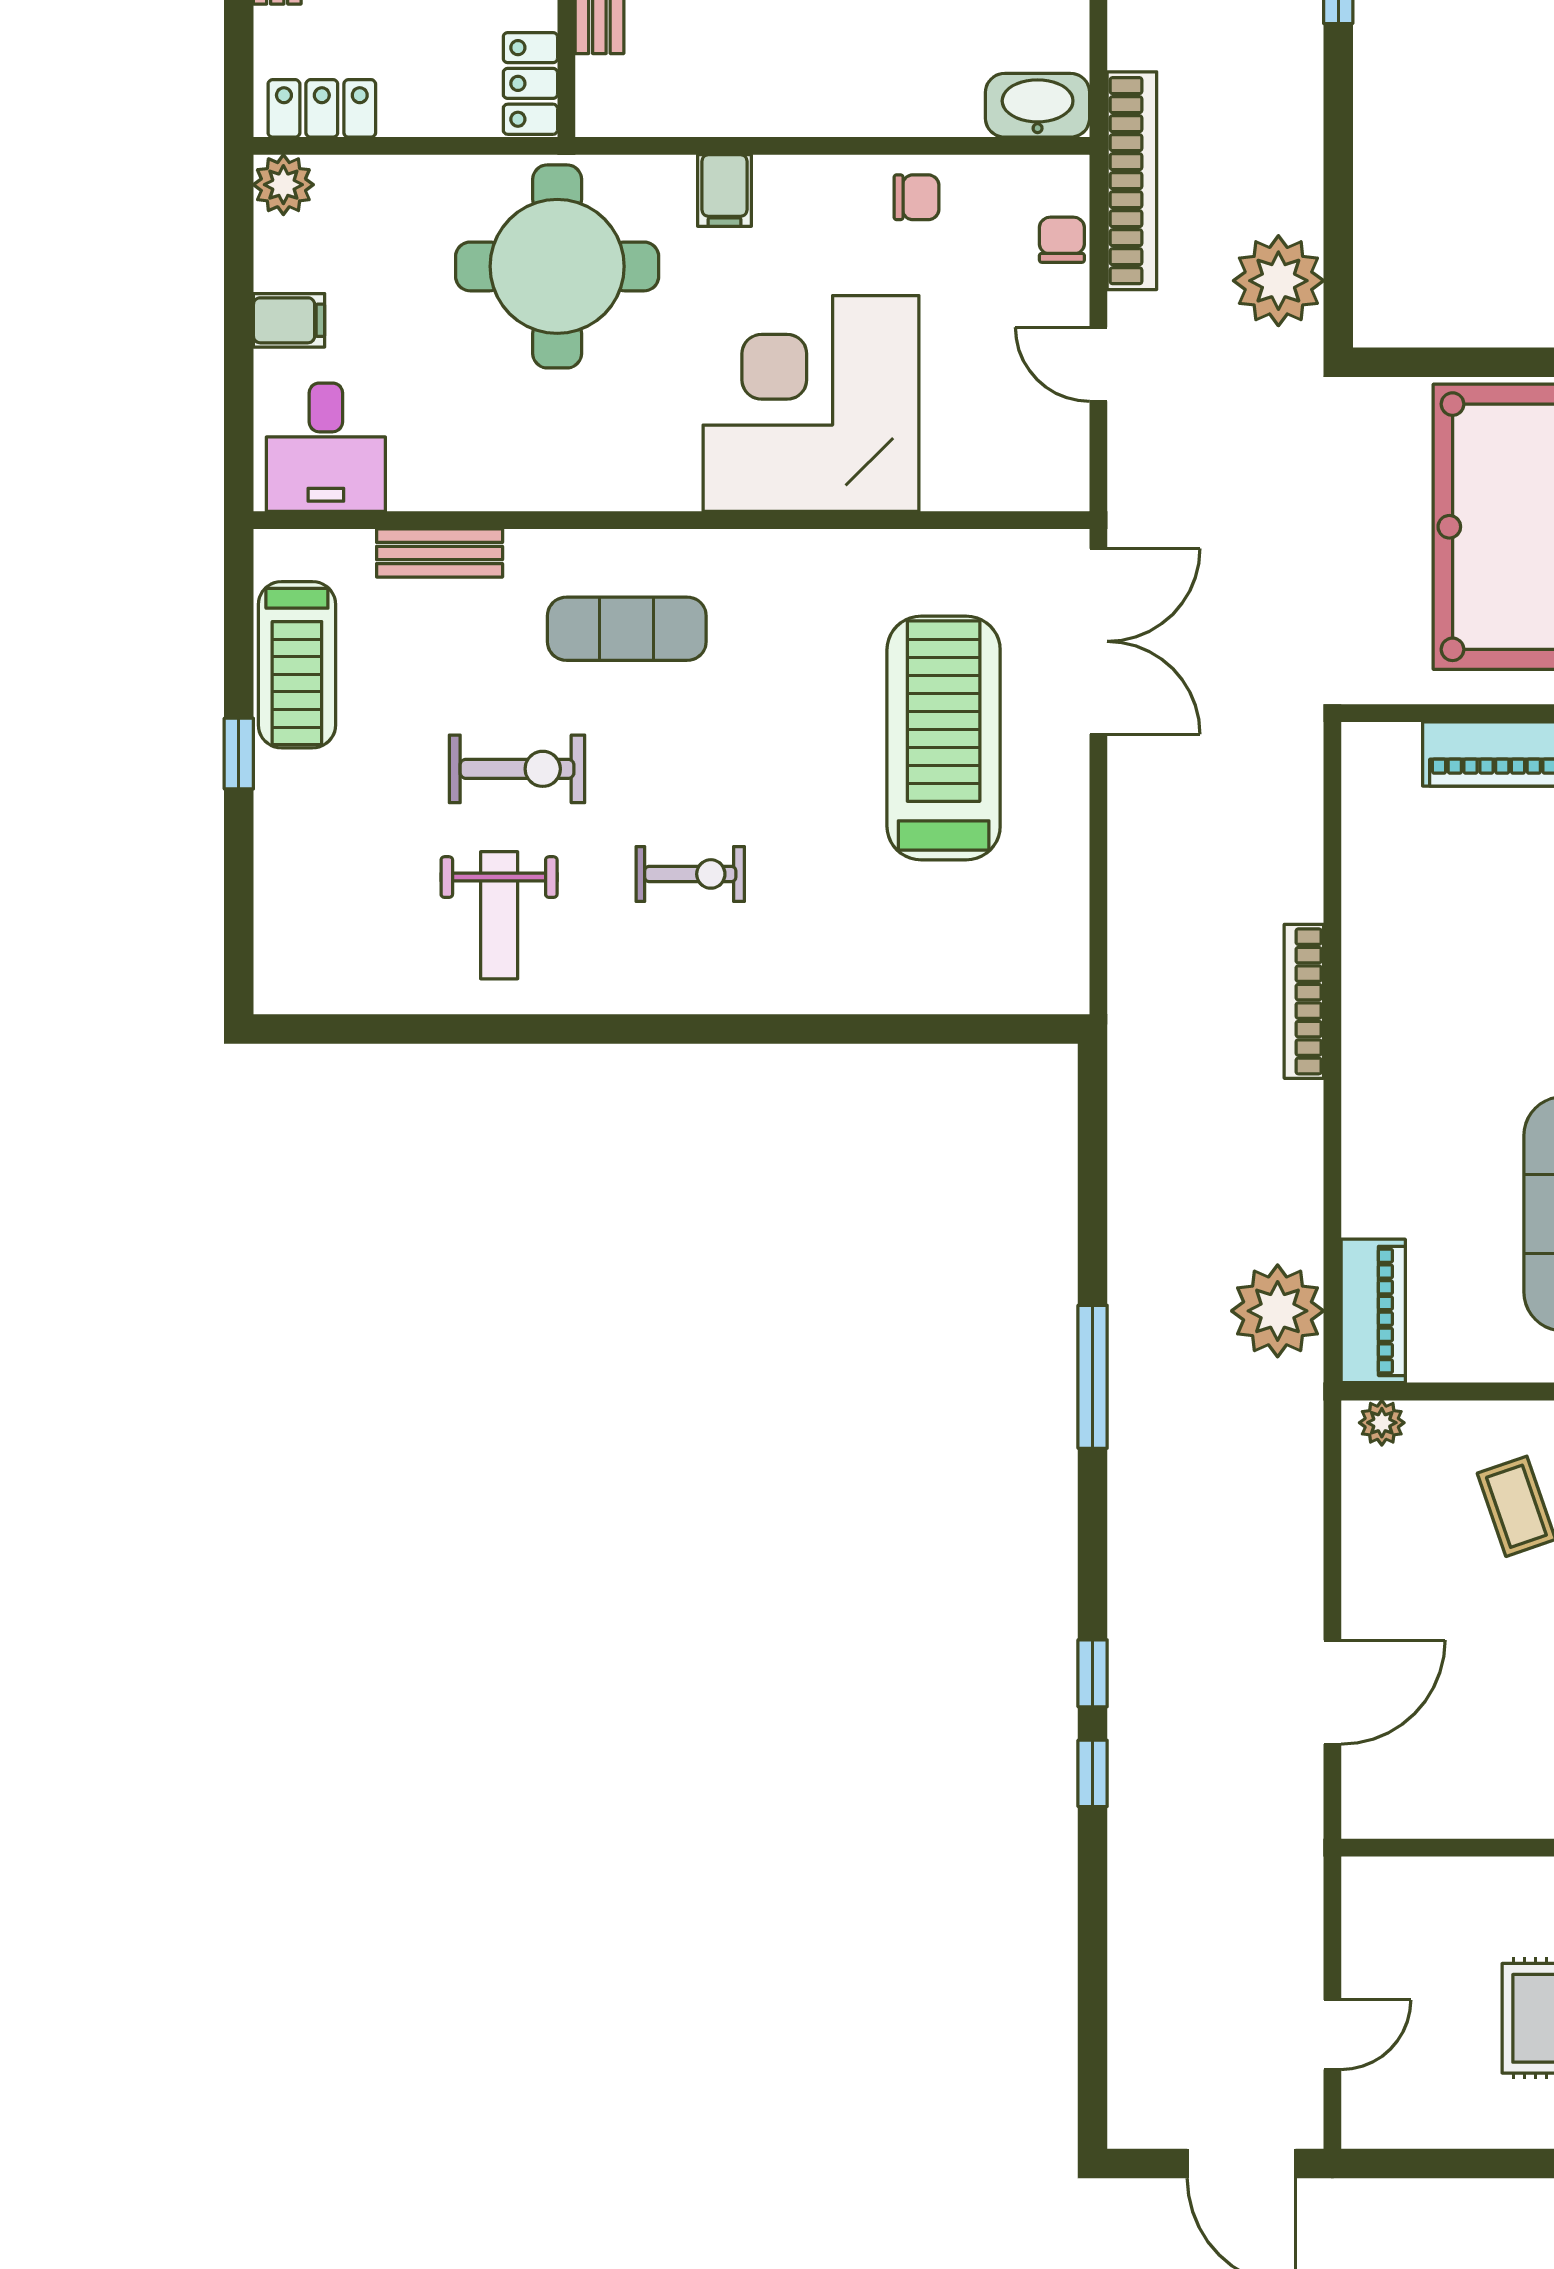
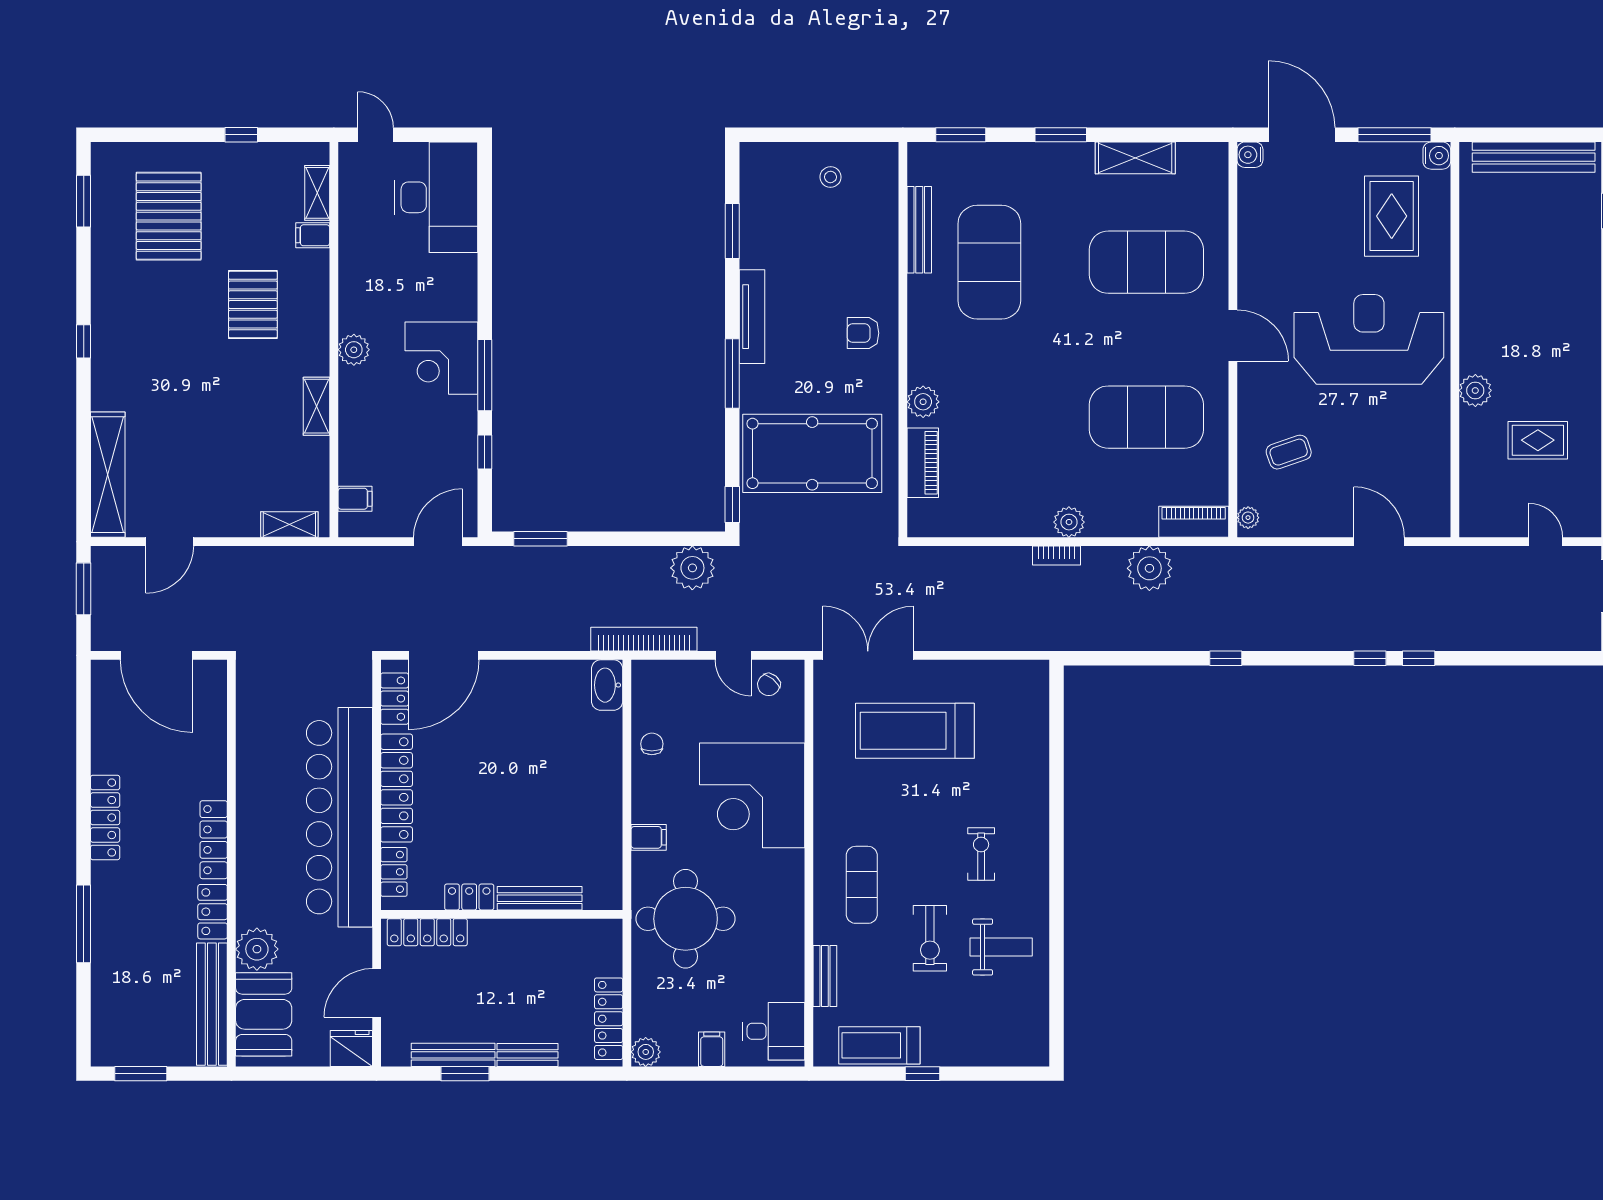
locker: (530, 83) -> (596, 932), removed
locker: (322, 108) -> (609, 1019), width x1.53
chair: (1062, 240) -> (769, 685), moved, turned -50
window: (1409, 362) -> (732, 505), added
door: (1098, 364) -> (733, 655), hinge flipped
treadmill: (297, 665) -> (879, 1045), turned 180
exercise bike: (517, 769) -> (930, 938), turned 180
bookcase: (1304, 1001) -> (1057, 555), width x0.64
plant: (1373, 1055) -> (1069, 522), added
plant: (1278, 1311) -> (1149, 568), moved
window: (1093, 1377) -> (1226, 658), width x0.46

